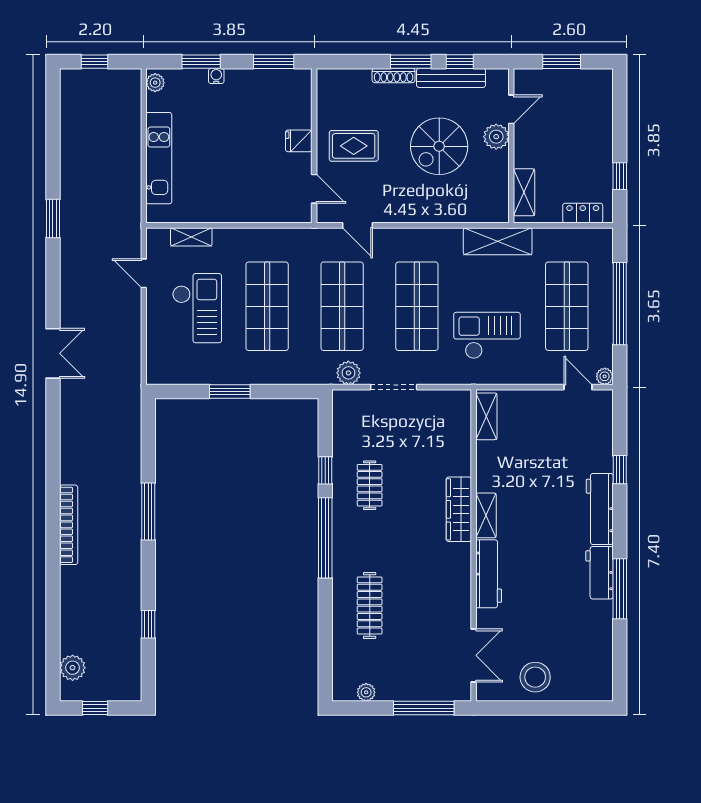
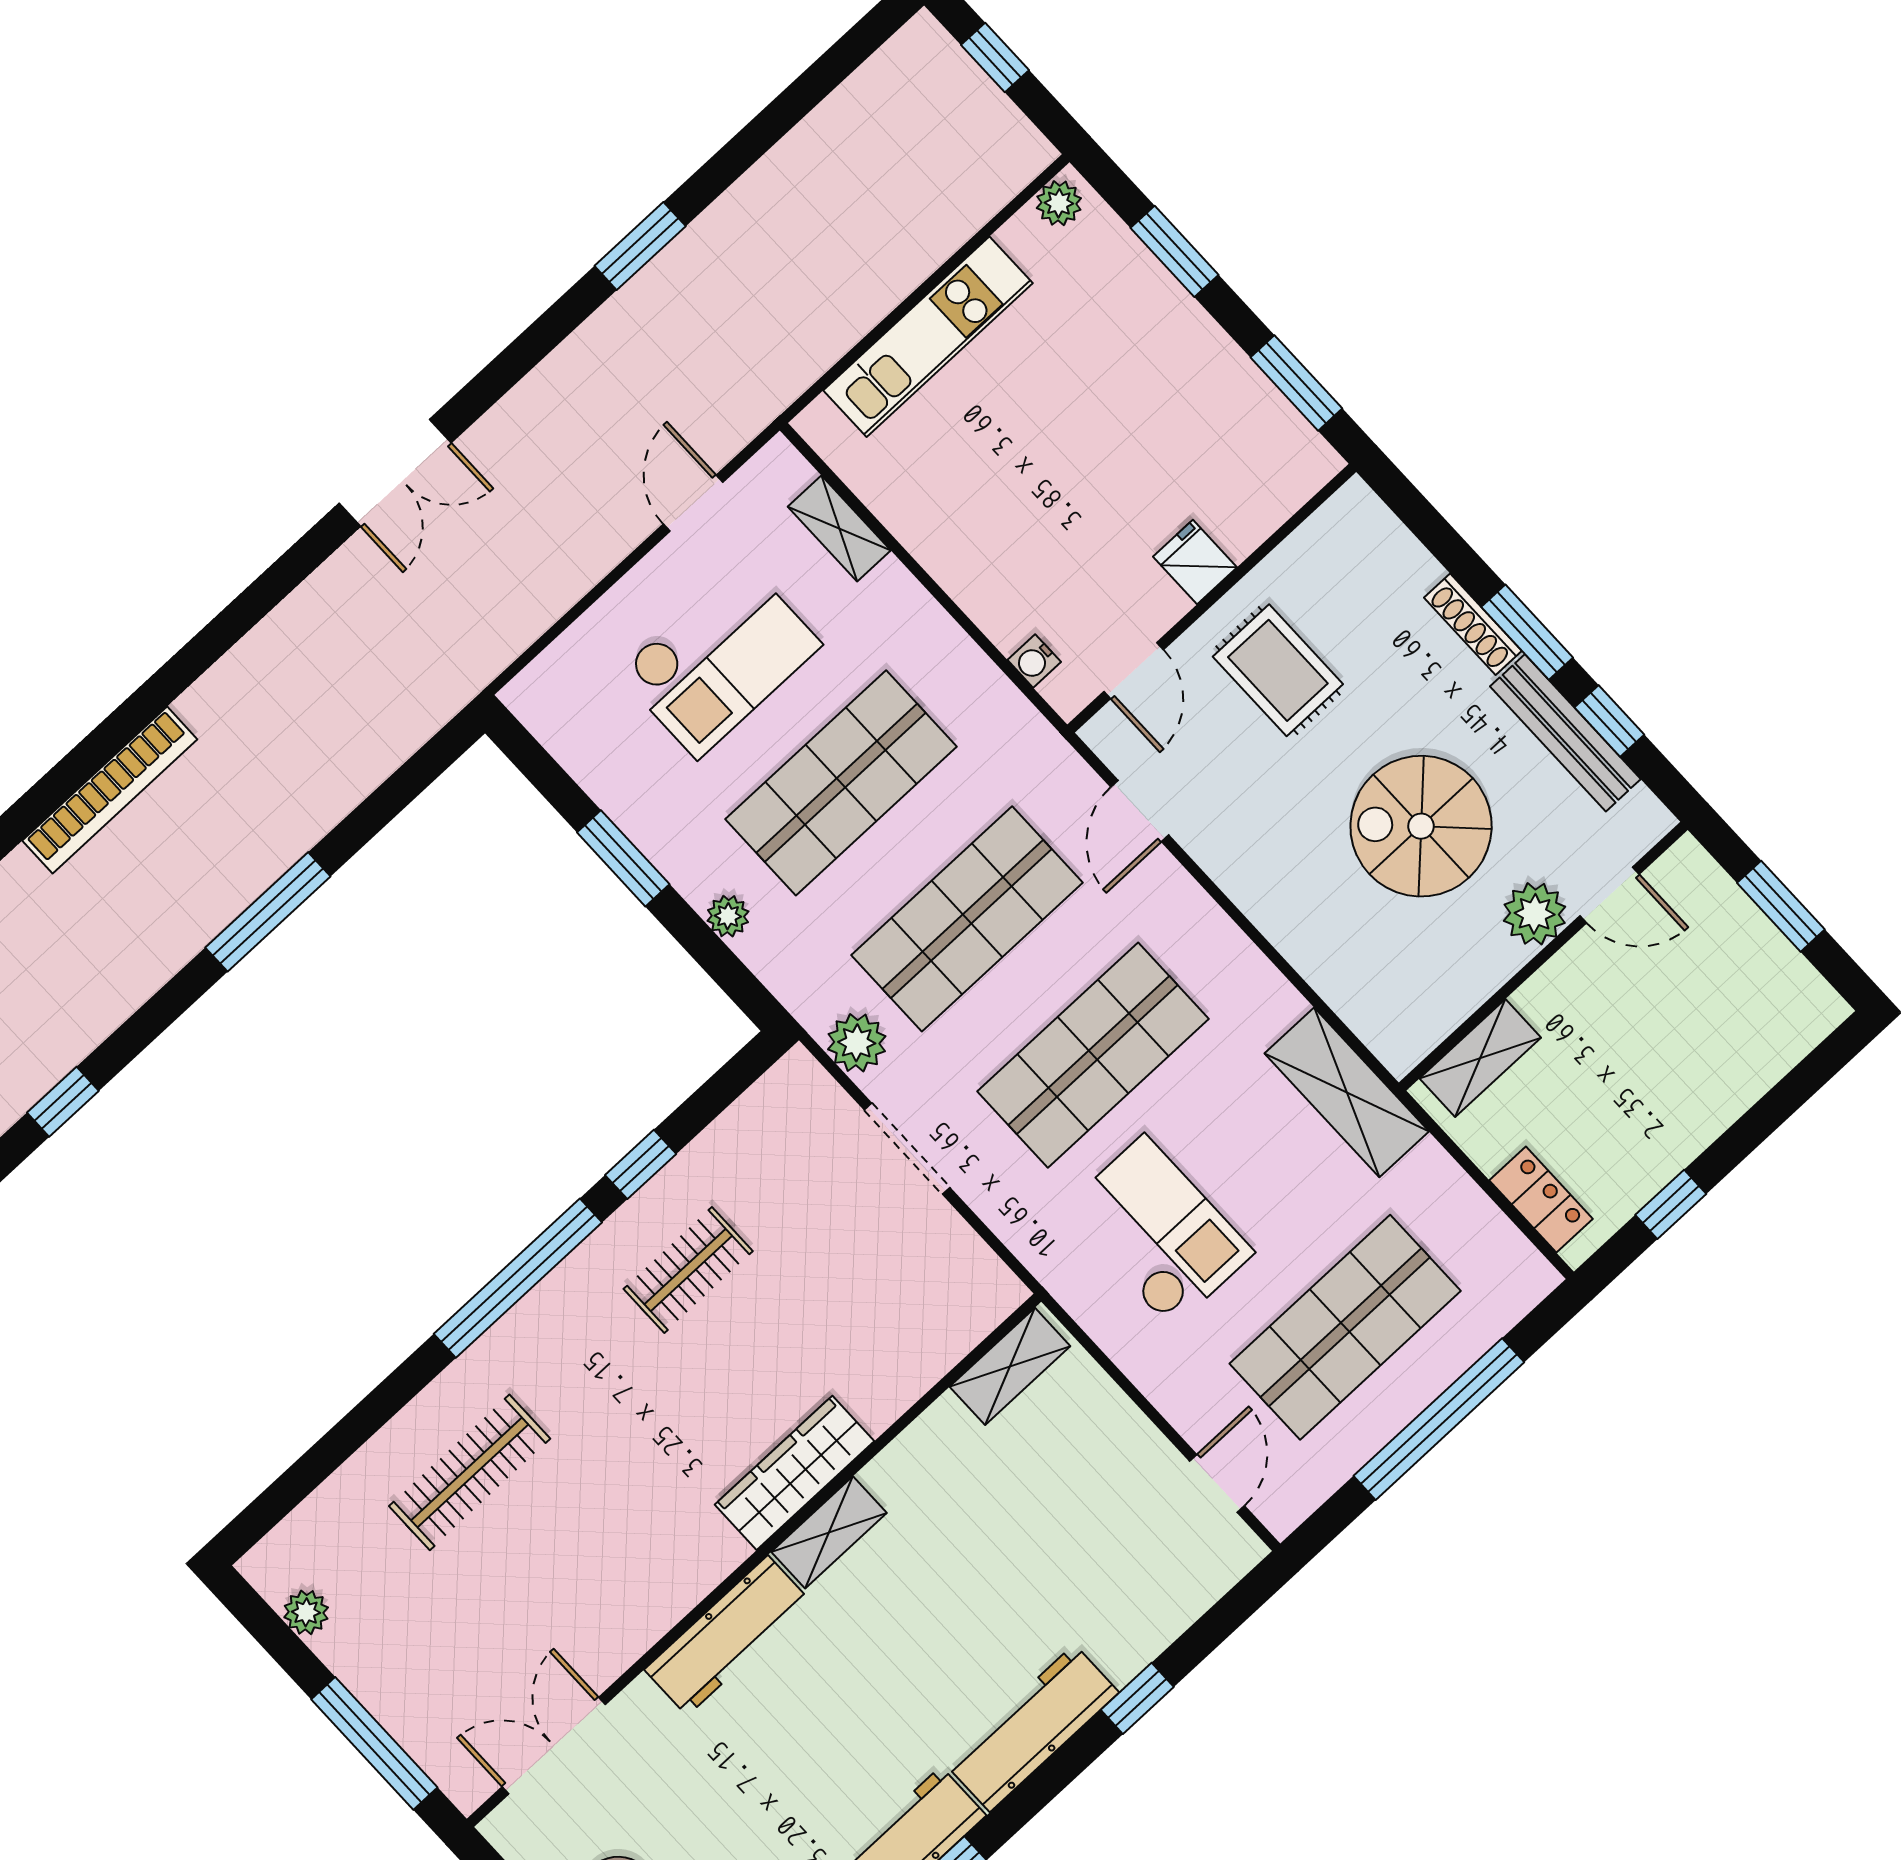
water cooler: (216, 76) -> (1034, 661), moved, turned 180
plant: (605, 376) -> (728, 916), moved
double door: (474, 655) -> (554, 1746), swing flipped

